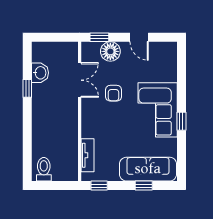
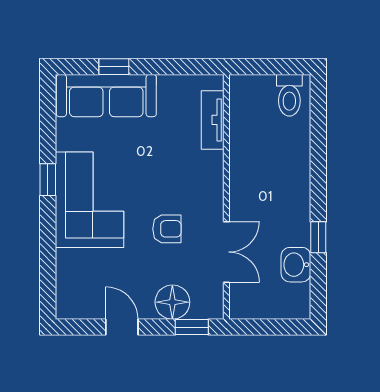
double door: (80, 80) -> (226, 252), swing flipped
armchair: (114, 93) -> (167, 229), turned 90
window: (99, 186) -> (192, 67), removed

